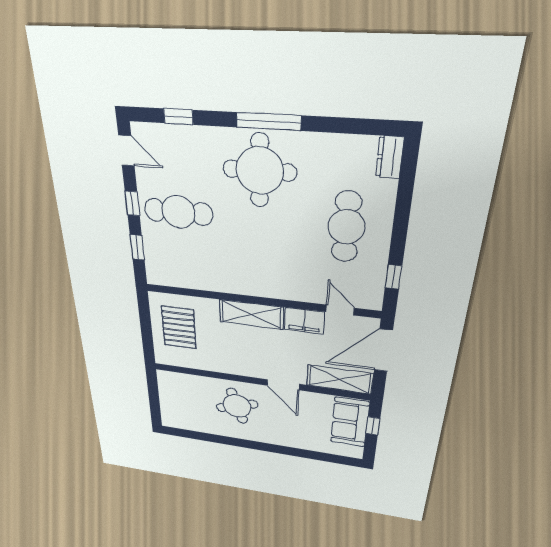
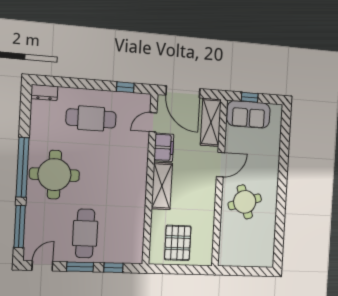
window: (178, 117) -> (20, 227), width x2.17
window: (269, 121) -> (23, 167), width x1.46
window: (132, 203) -> (80, 267), width x1.50
pallet: (179, 327) -> (178, 243), turned 90

